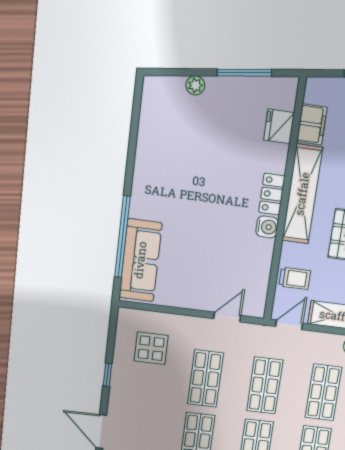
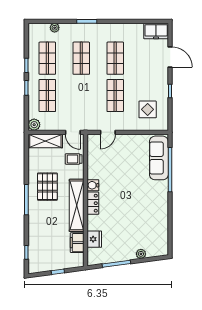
door: (289, 325) -> (73, 132), hinge flipped
shop shelf: (265, 385) -> (81, 96), removed

